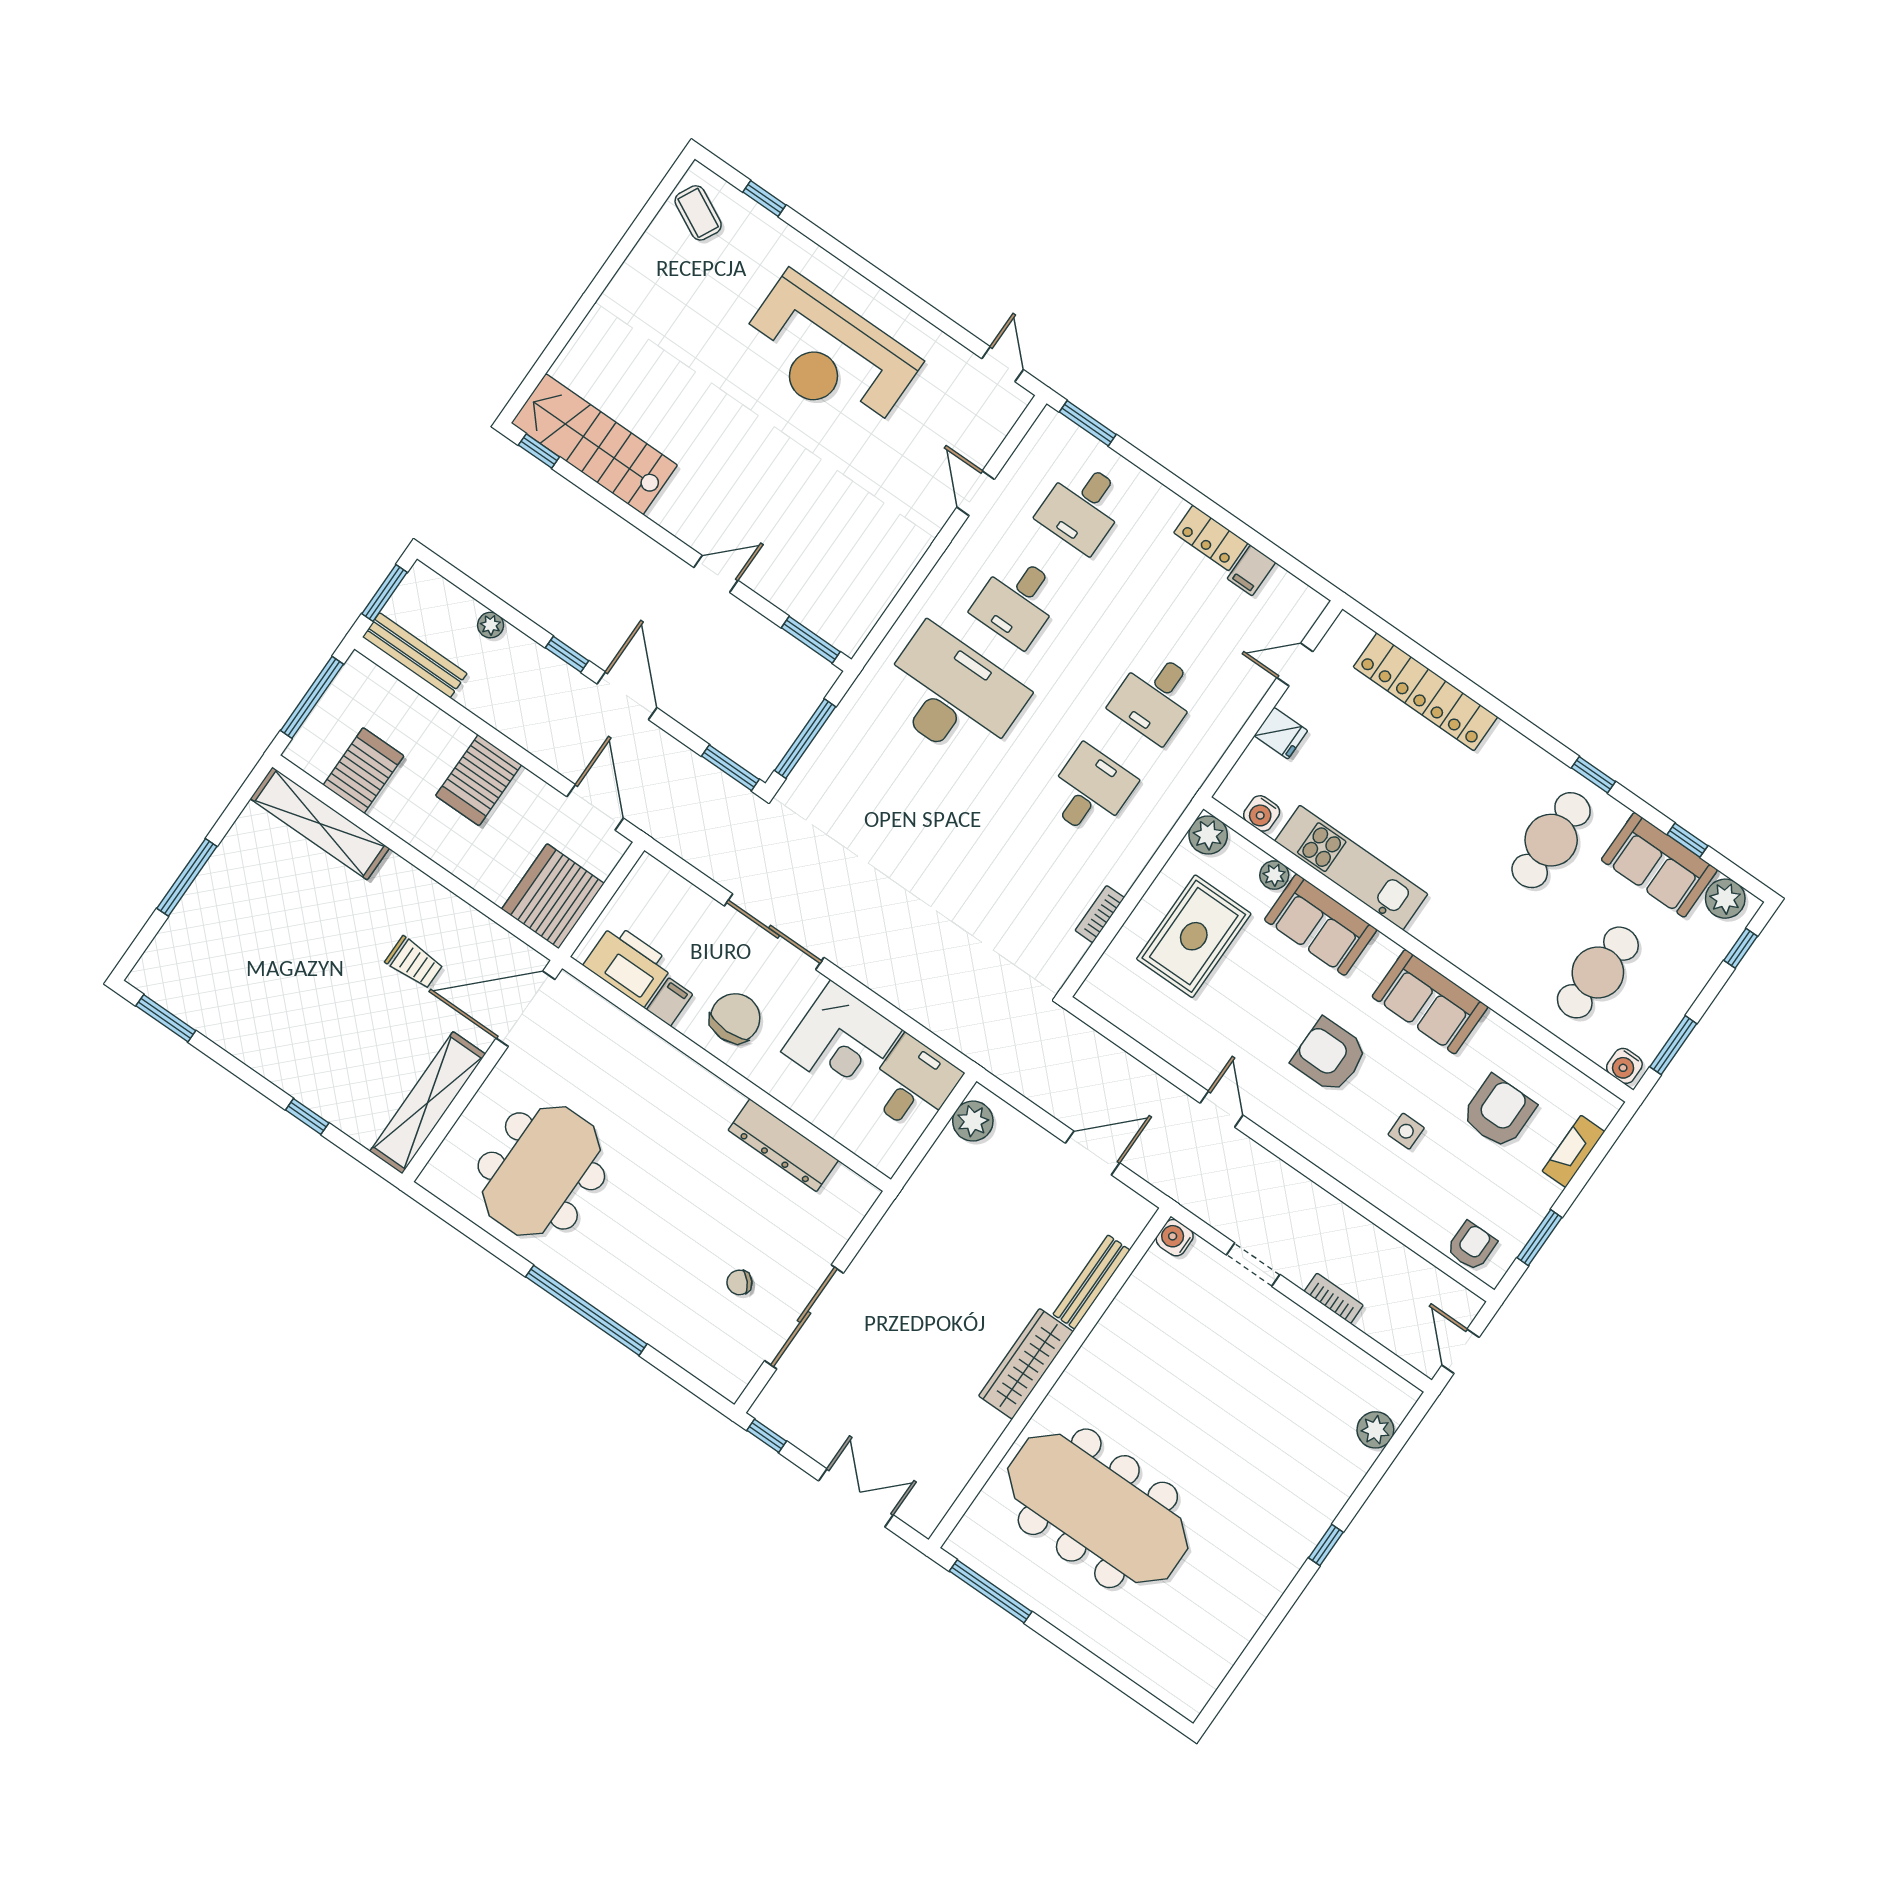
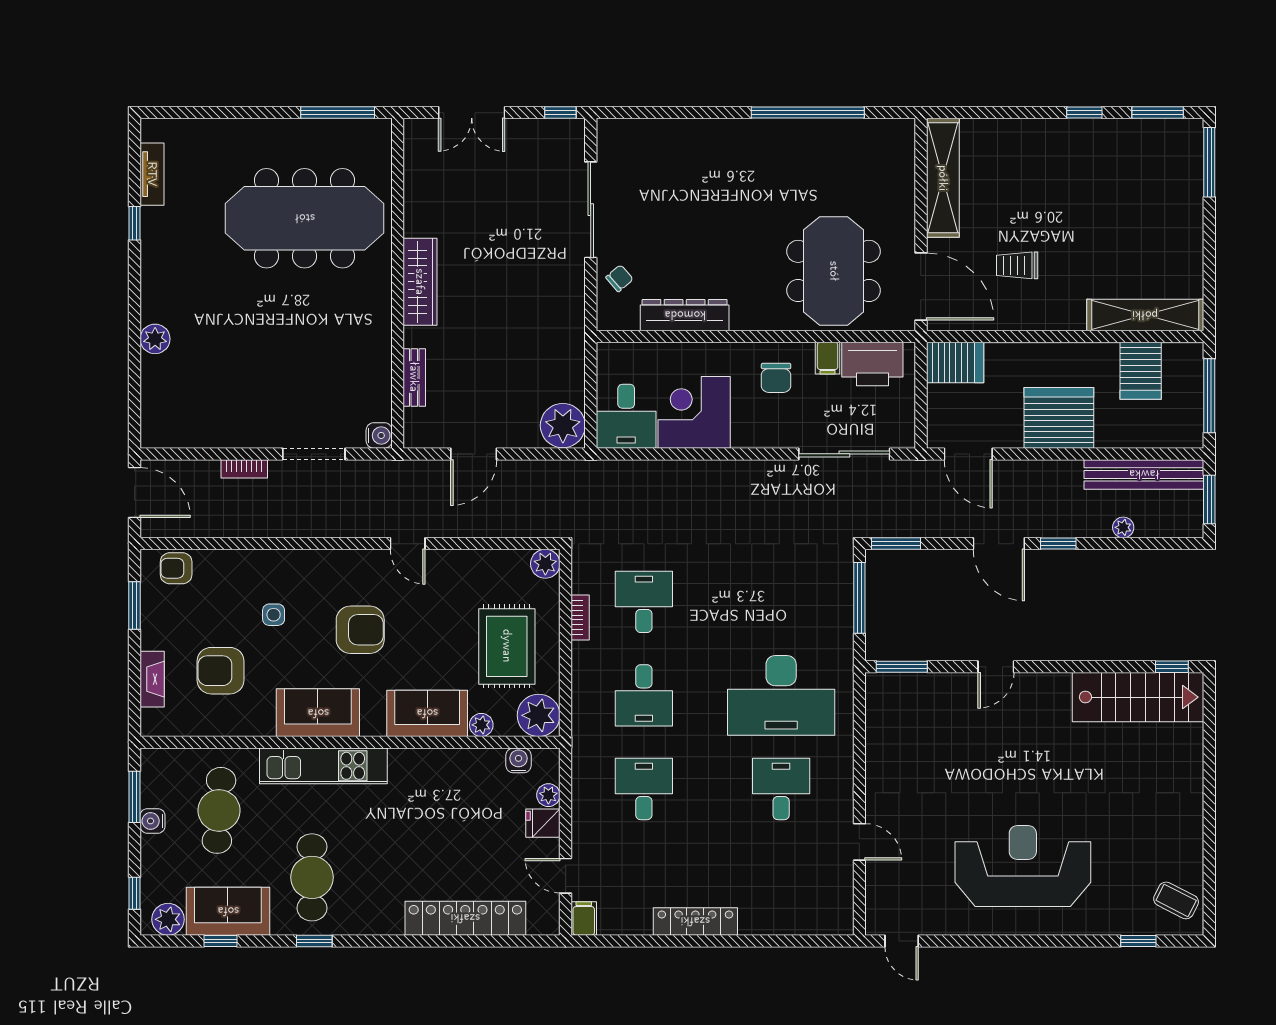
window: (1088, 423) -> (817, 941), removed
desk: (1083, 507) -> (644, 602), moved
locker: (1211, 538) -> (695, 921), width x1.53
filing cabinet: (1251, 570) -> (584, 918), moved
bench: (415, 655) -> (1144, 474), width x1.37, depth x1.21
door: (1295, 665) -> (566, 876), swing flipped
plant: (1256, 758) -> (548, 795), added
server rack: (479, 780) -> (1059, 418), width x1.60
plant: (1208, 835) -> (539, 715), width x1.36, depth x1.36
kitchen unit: (1351, 868) -> (323, 766), moved
window: (187, 877) -> (1209, 162), moved
server rack: (553, 896) -> (955, 362), width x0.62
sliding door: (774, 932) -> (844, 454), moved
plant: (1097, 992) -> (545, 564), added
door: (526, 1009) -> (921, 287), hinge flipped
chair: (735, 1018) -> (776, 378), width x0.73, depth x0.73
water cooler: (1624, 1066) -> (153, 821), moved, turned -90
armchair: (1499, 1112) -> (221, 671), turned 90
window: (307, 1116) -> (1084, 113), moved
plant: (973, 1121) -> (563, 426), width x1.36, depth x1.36
meeting table: (541, 1171) -> (834, 271), moved
armchair: (1472, 1246) -> (176, 568), turned 90
doorway: (1253, 1265) -> (314, 454), width x1.38
chair: (739, 1282) -> (619, 278), moved
bench: (1091, 1282) -> (414, 377), width x0.73
window: (586, 1310) -> (808, 113), moved
door: (1461, 1351) -> (135, 493), width x1.38
plant: (1375, 1430) -> (155, 339), moved
window: (1326, 1545) -> (135, 223), moved
tv unit: (1220, 1659) -> (152, 174), added

